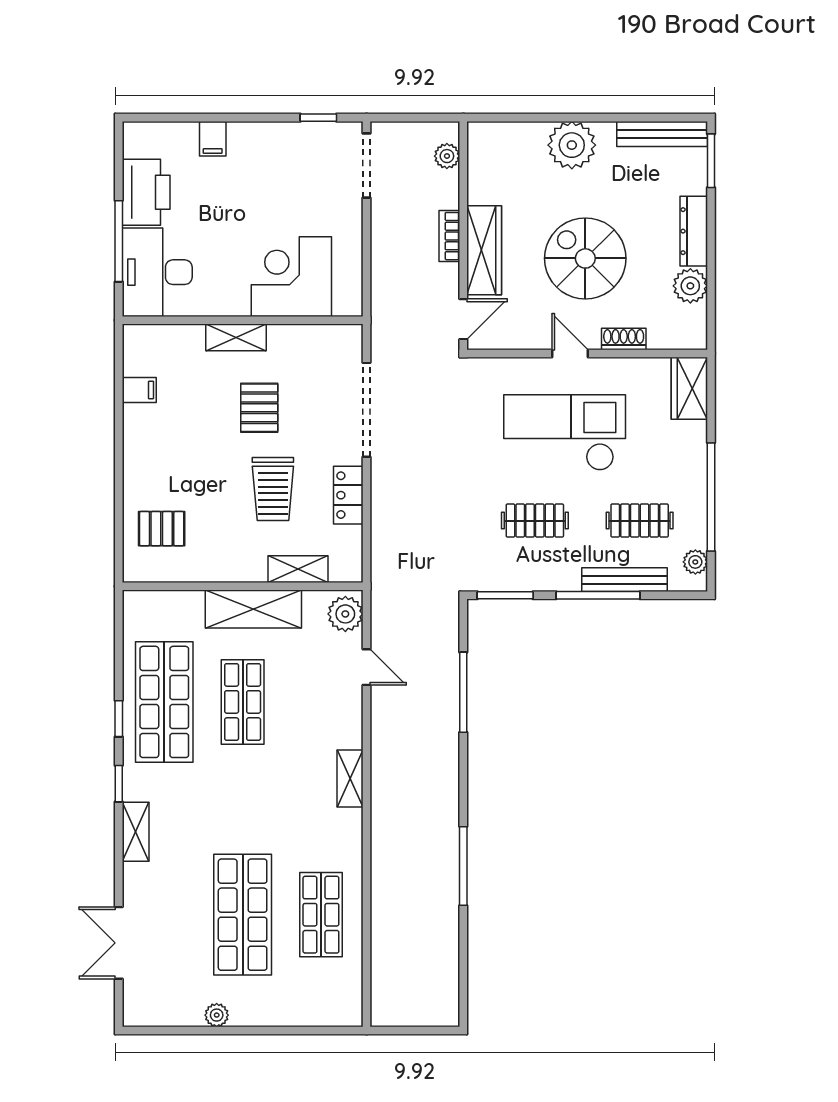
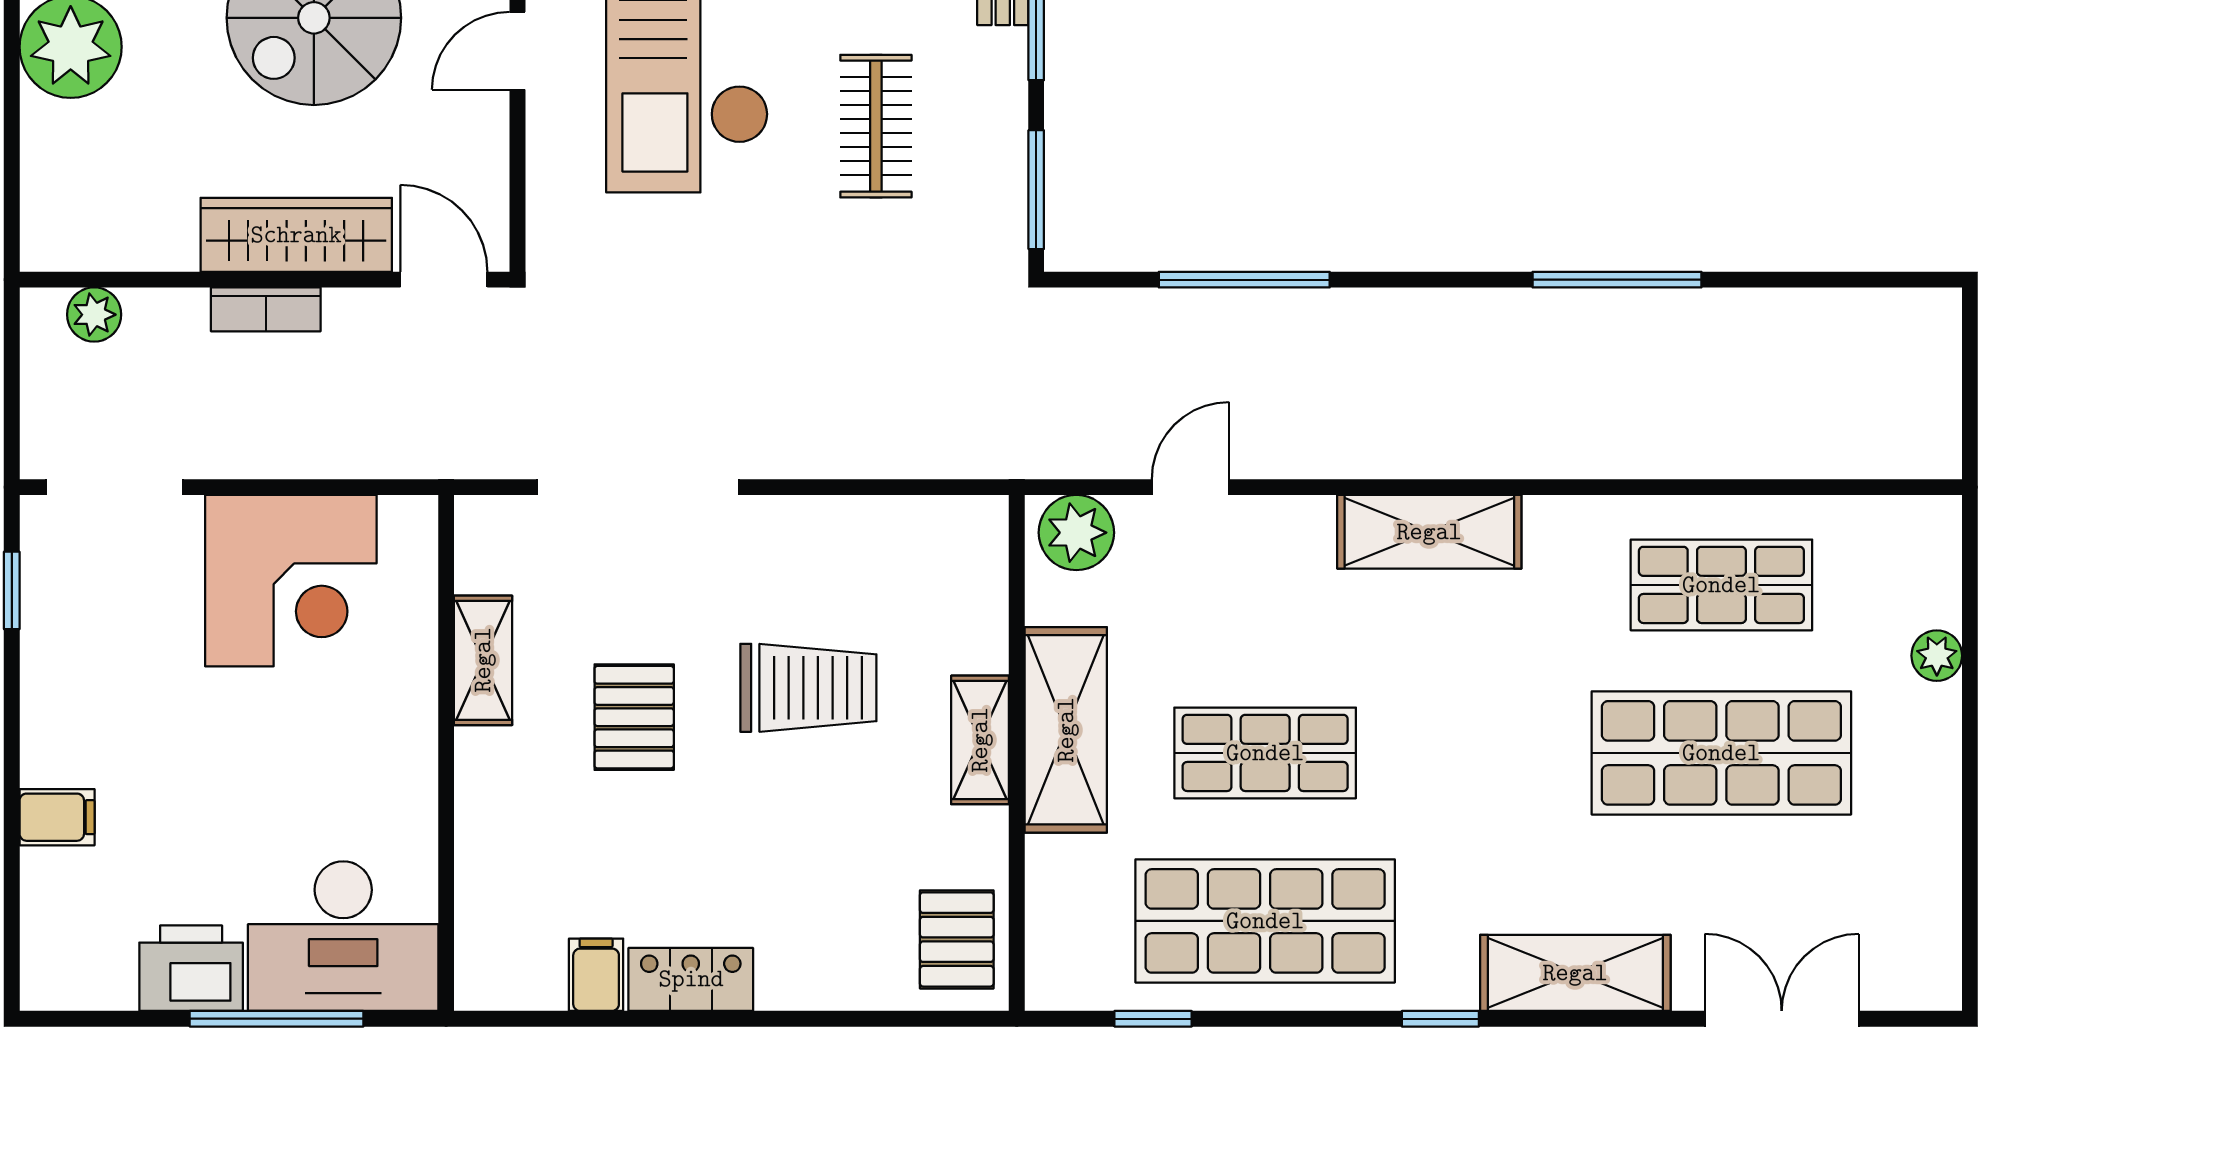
printer: (146, 192) -> (191, 968), width x0.73, depth x0.84
corner desk: (291, 277) -> (291, 581), moved, turned -90
shelving: (236, 337) -> (483, 660), moved
pallet: (259, 408) -> (634, 717), turned 90
locker: (348, 495) -> (691, 979), moved, turned 180
pallet: (162, 529) -> (957, 939), moved
shelving: (298, 569) -> (980, 740), moved
window: (119, 719) -> (1153, 1019), moved
shelving: (350, 778) -> (1429, 532), width x1.50, depth x1.33
shelving: (136, 832) -> (1575, 973), width x1.50, depth x1.33
double door: (119, 943) -> (1782, 1019), swing flipped
plant: (217, 1015) -> (1937, 656), moved

